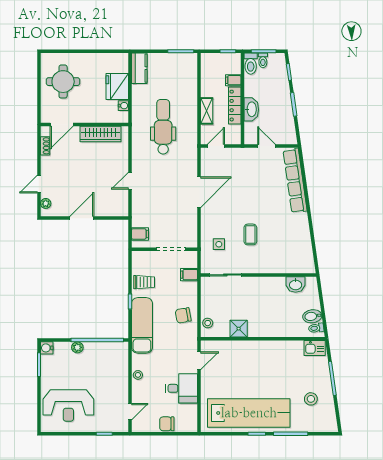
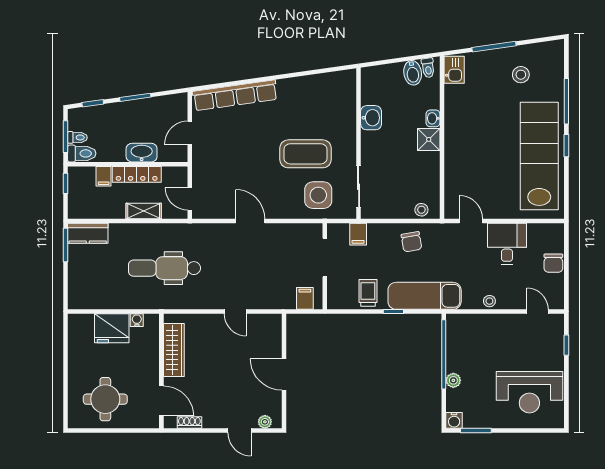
kitchen counter: (139, 68) -> (88, 233), moved, turned 180
door: (199, 192) -> (250, 221), width x0.73
coffee table: (250, 234) -> (306, 154), width x1.86, depth x1.72
side table: (219, 244) -> (318, 195), width x1.87, depth x1.87
washbasin: (296, 285) -> (371, 118), moved
shower: (239, 329) -> (429, 139), moved
washbasin: (277, 332) -> (433, 118), added
reception desk: (68, 405) -> (529, 392), turned 90

